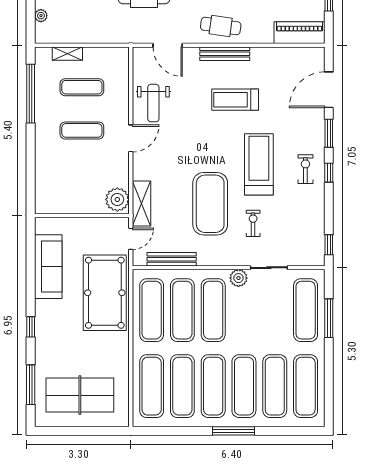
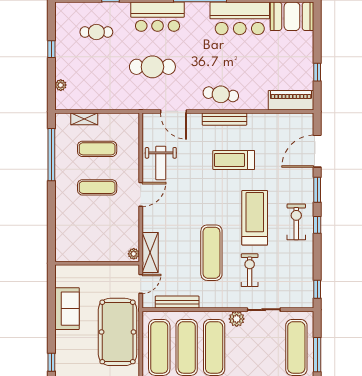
exercise bike: (305, 169) -> (296, 222), width x1.38, depth x1.39
plant: (117, 199) -> (134, 254), width x0.53, depth x0.53
exercise mat: (210, 204) -> (211, 253), width x0.68
exercise bike: (253, 223) -> (250, 270), width x1.38, depth x1.39
sofa: (48, 267) -> (67, 309), width x0.73

